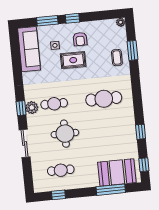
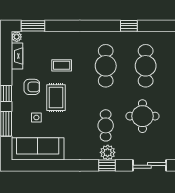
fireplace: (105, 24) -> (17, 56), added
window: (132, 50) -> (33, 26), moved
coffee table: (117, 58) -> (62, 65), moved
cafe table: (107, 132) -> (146, 66), added
window: (141, 132) -> (129, 26), moved

